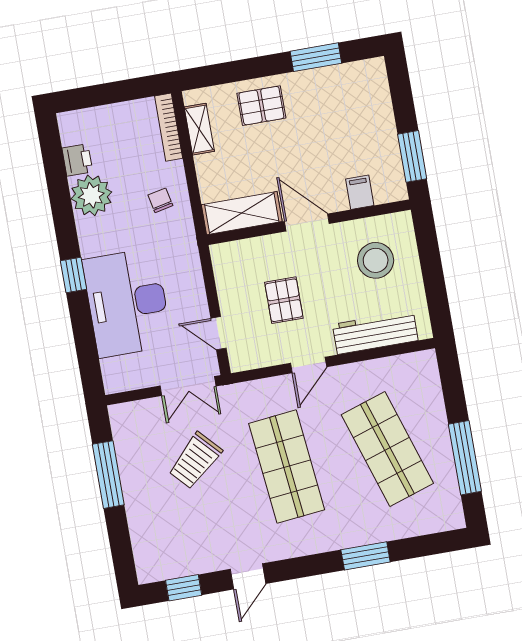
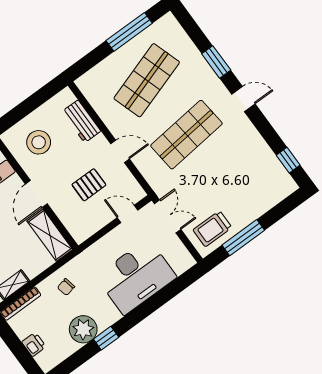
printer: (77, 160) -> (34, 344), moved, turned 90
window: (74, 275) -> (106, 338), moved
workbench: (375, 332) -> (81, 121), width x0.73
door: (218, 333) -> (128, 214), swing flipped
trolley: (195, 461) -> (212, 229), moved, turned 133
door: (248, 576) -> (243, 99), moved

